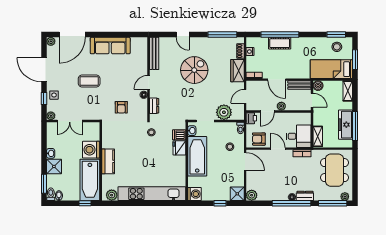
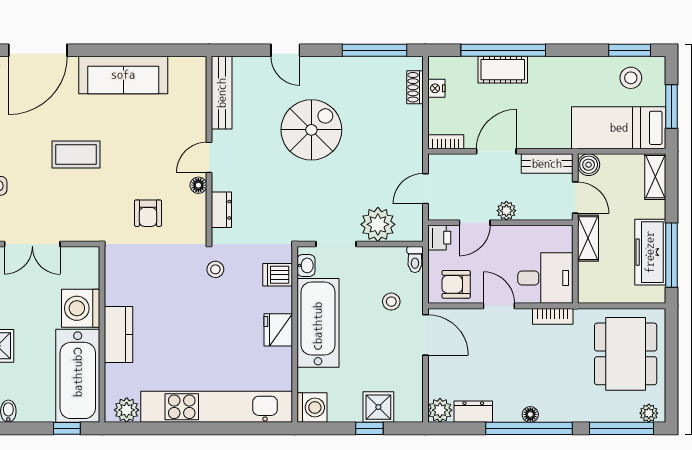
wardrobe: (237, 71) -> (408, 131), removed
door: (277, 80) -> (496, 151), swing flipped
shelving: (318, 136) -> (588, 238), moved
fridge: (179, 148) -> (278, 330), moved
shower: (237, 194) -> (378, 407), moved
dresser: (305, 196) -> (473, 412), moved

